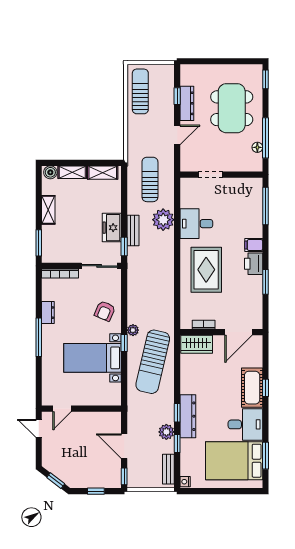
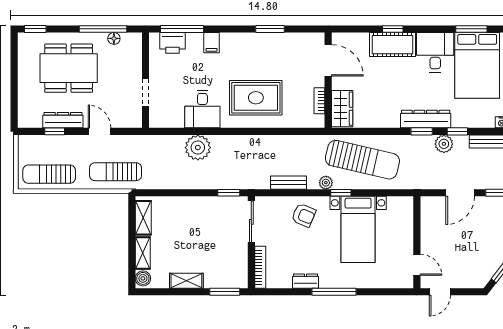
sun lounger: (150, 179) -> (116, 172), moved
freezer: (112, 228) -> (207, 207), removed
bench: (133, 230) -> (289, 183), moved
filing cabinet: (254, 245) -> (212, 43), moved
printer: (254, 264) -> (173, 43), moved

